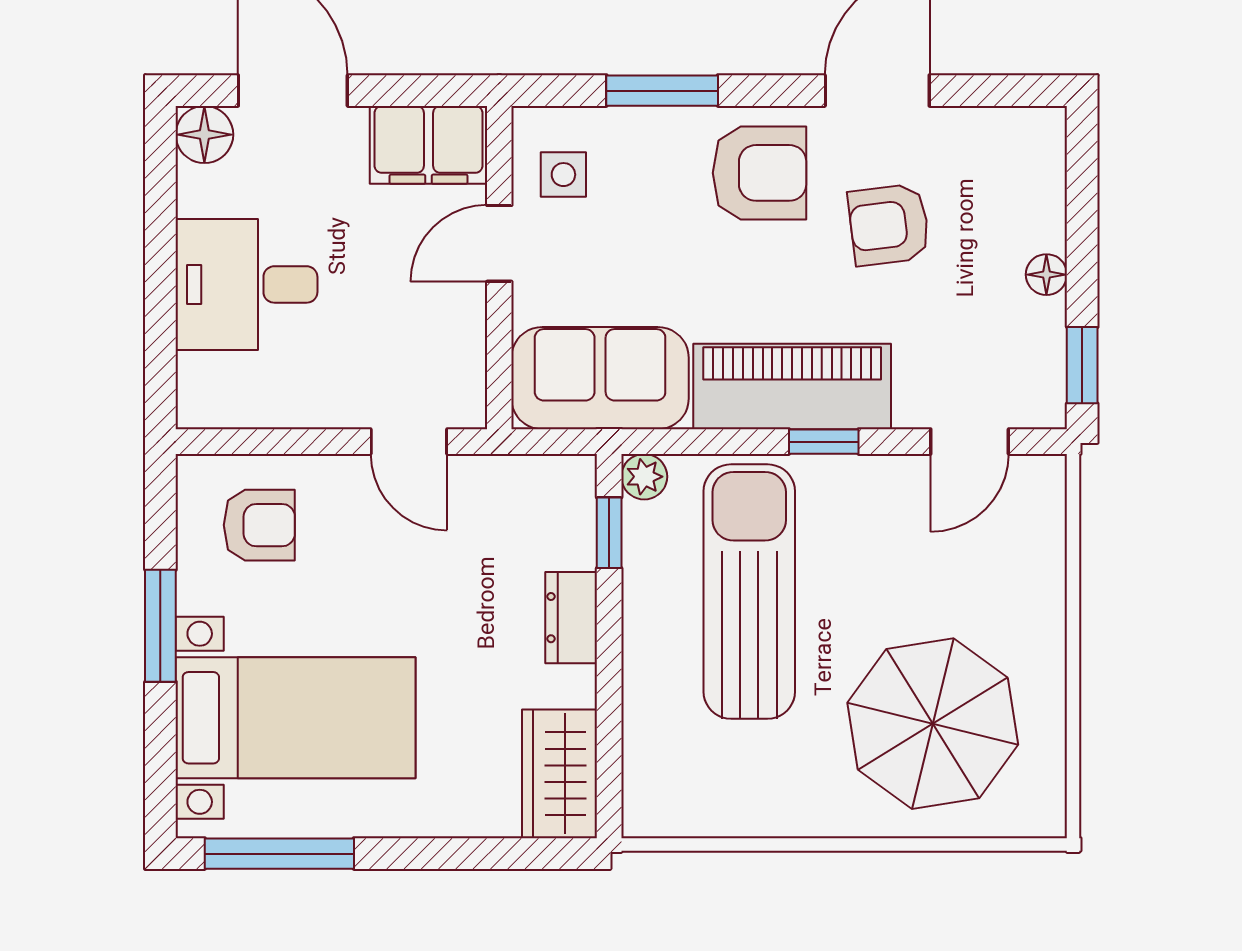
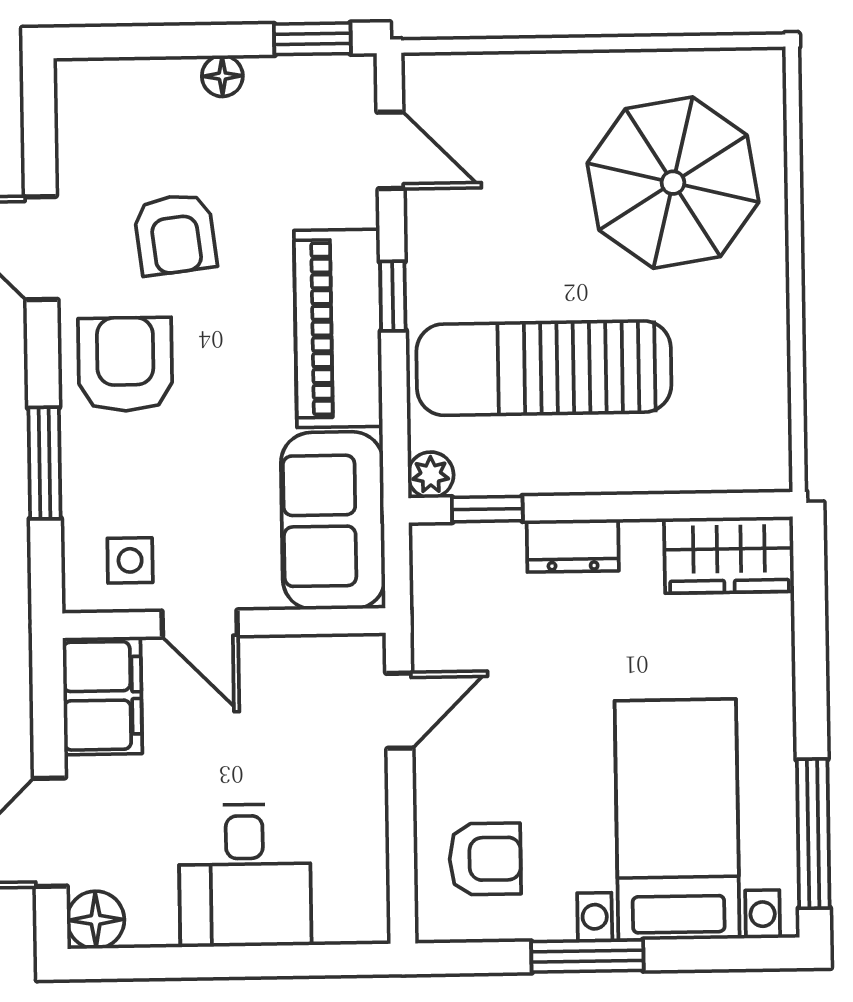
armchair: (259, 525) -> (485, 859), turned 90

